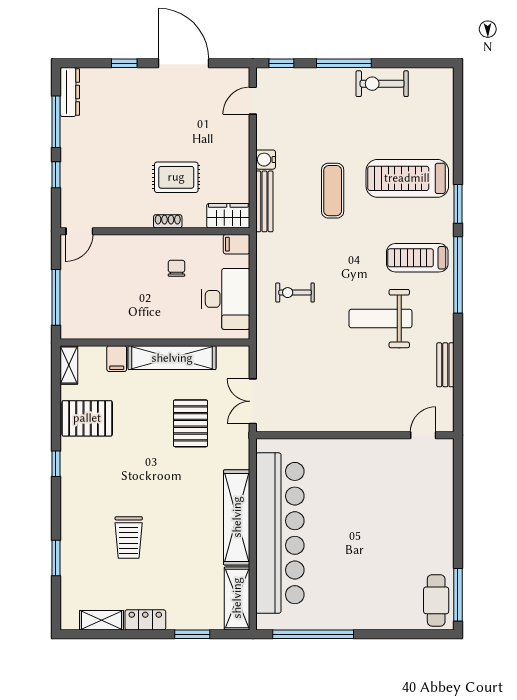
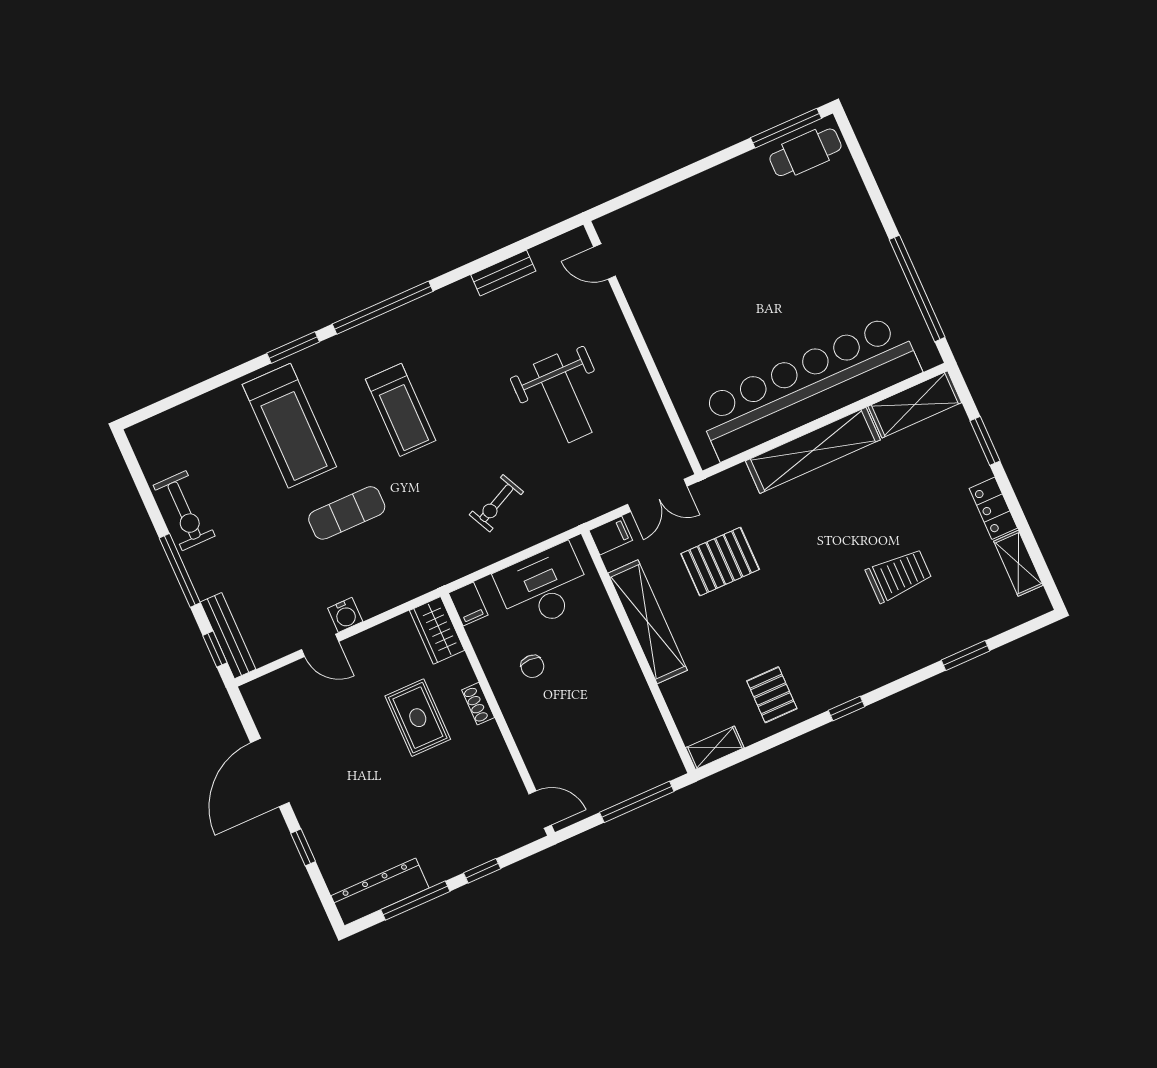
dresser: (70, 92) -> (380, 892), width x1.37, depth x1.24
door: (253, 101) -> (320, 645), moved
bench: (264, 201) -> (228, 636), moved, turned 90
treadmill: (417, 258) -> (401, 410), moved
chair: (176, 268) -> (532, 666), turned -90
exercise bike: (295, 293) -> (496, 503), turned 64
weight bench: (380, 319) -> (563, 398), moved
filing cabinet: (117, 359) -> (611, 535), moved
pallet: (87, 418) -> (772, 695), width x0.67, depth x0.71

